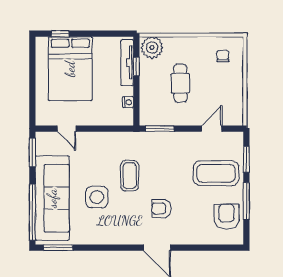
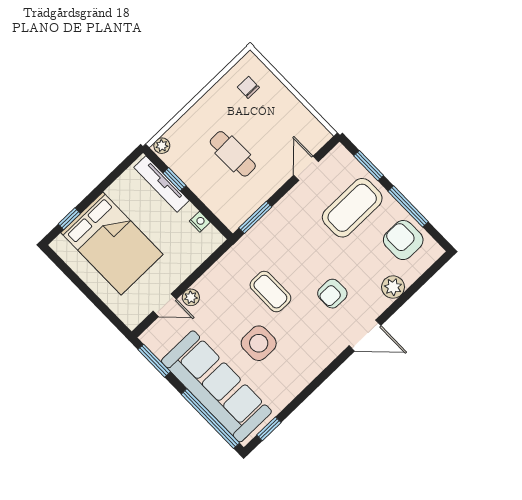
plant: (152, 47) -> (162, 146), width x0.53, depth x0.53
plant: (84, 138) -> (191, 297), added
plant: (197, 236) -> (393, 287), added
window: (58, 248) -> (269, 429), width x0.67

